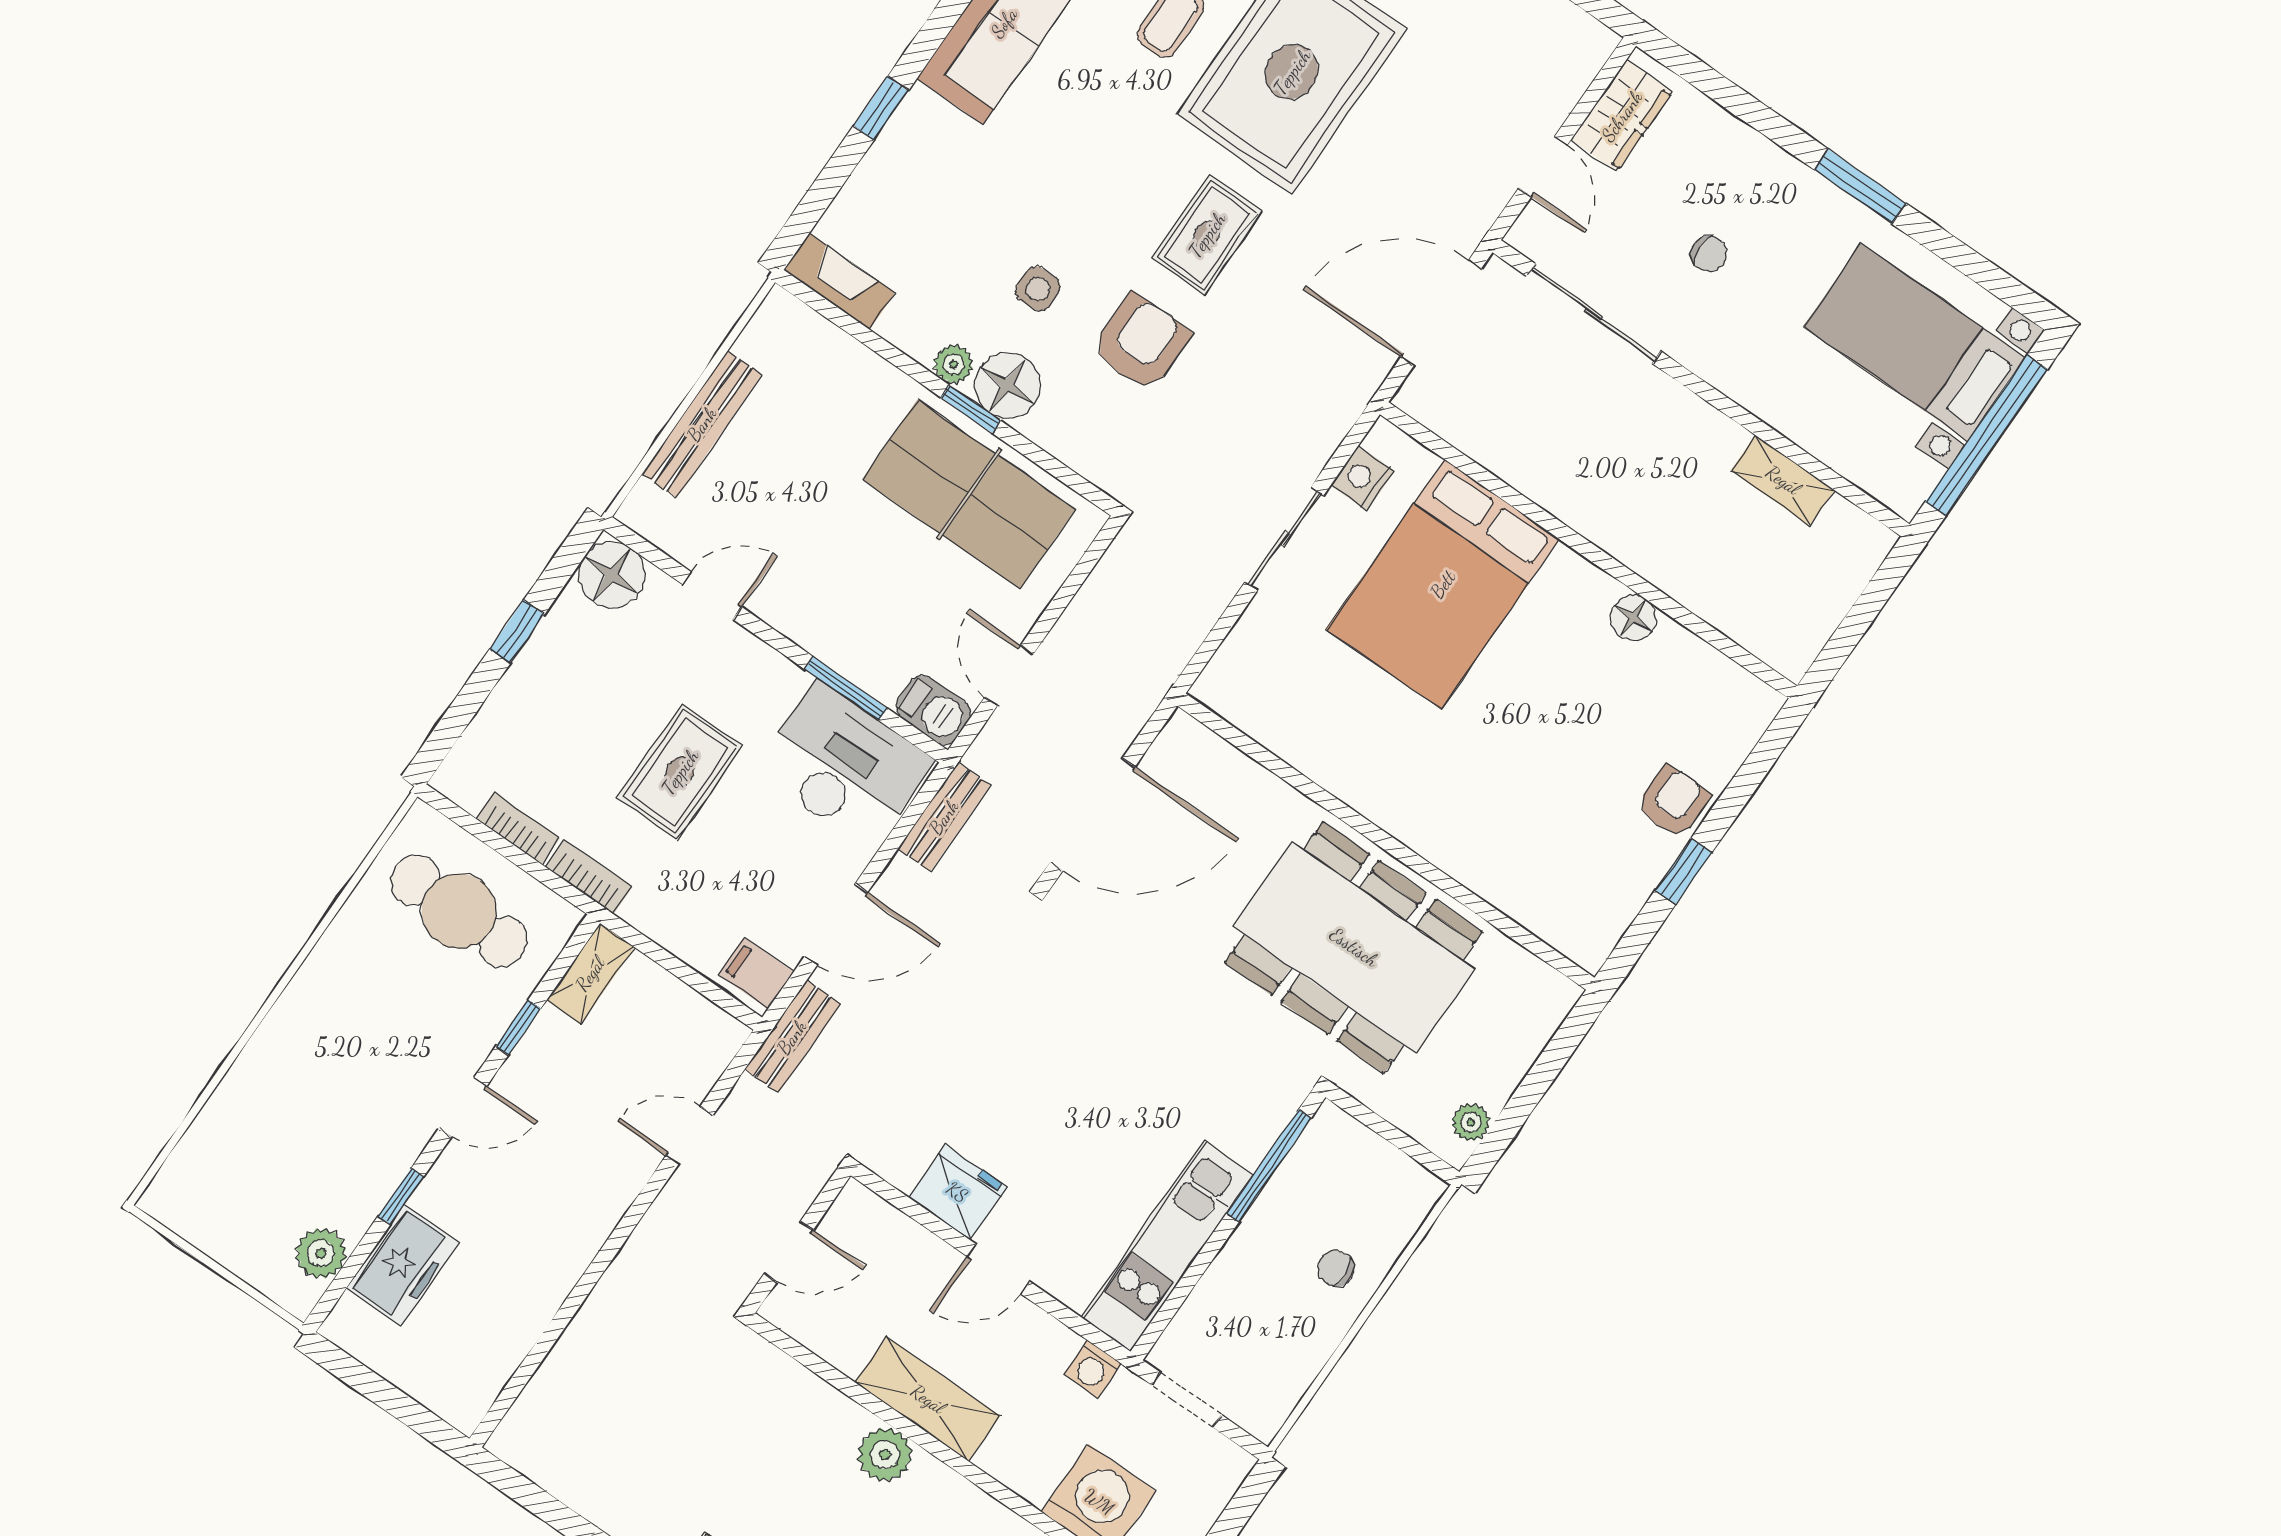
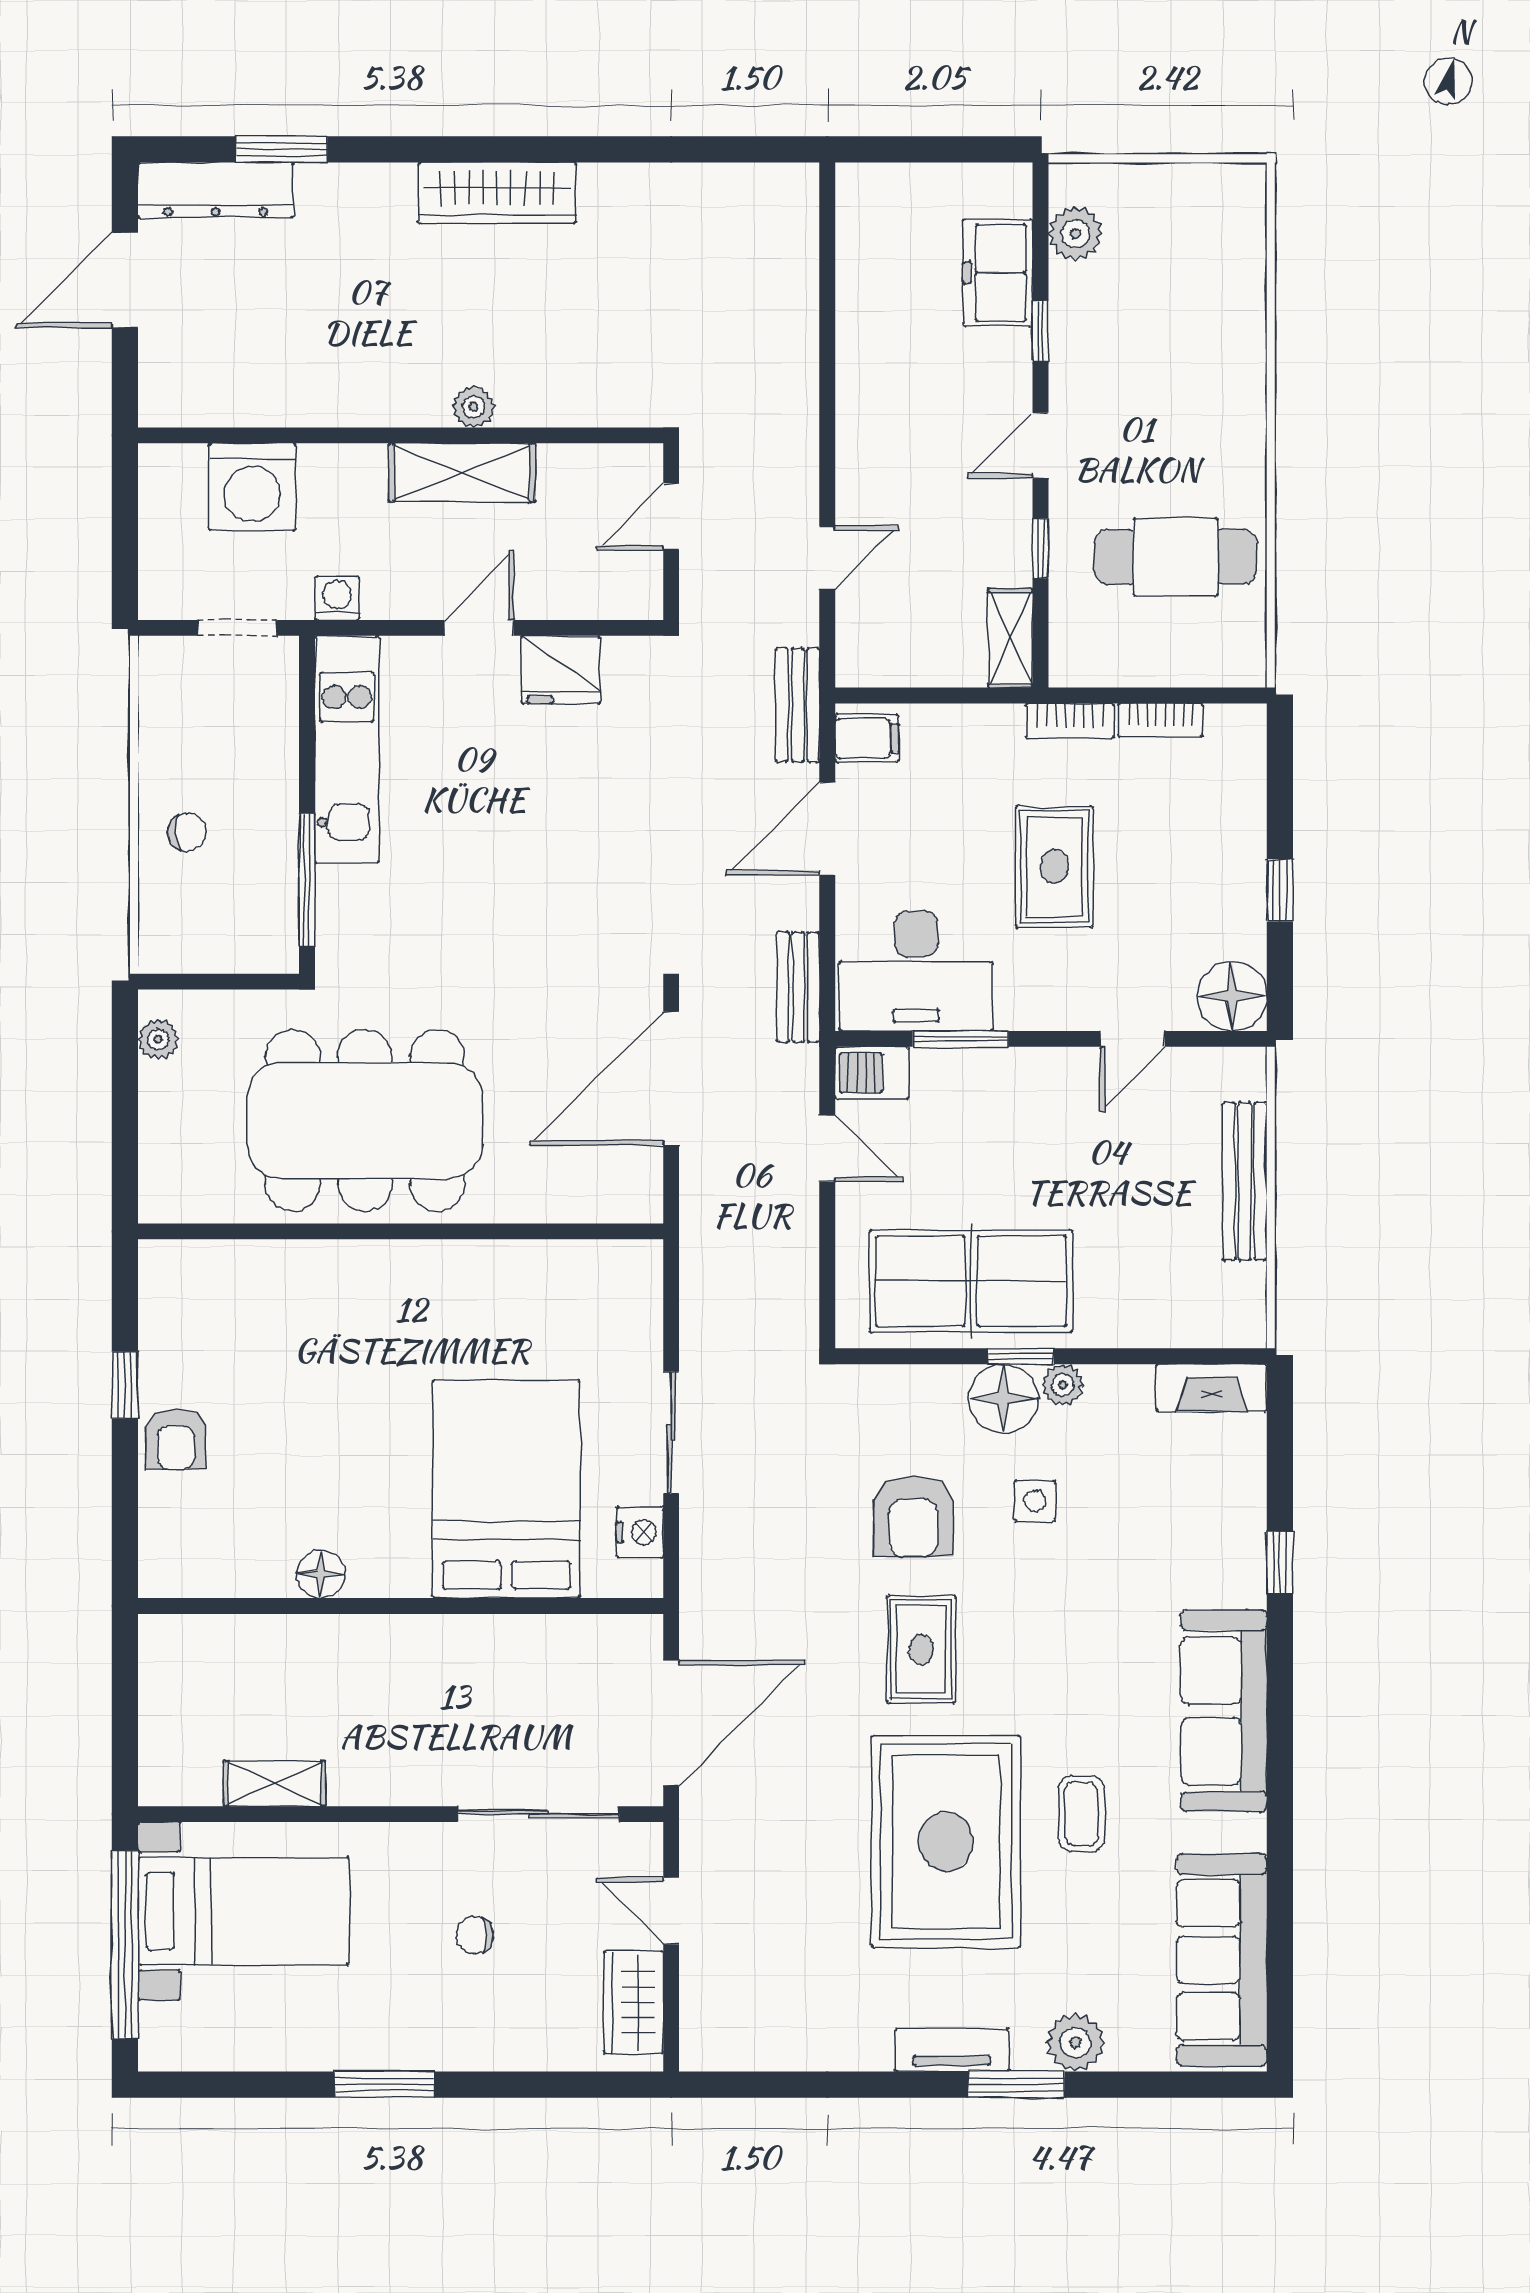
bed with nightstands: (1914, 342) -> (243, 1911), moved
cafe table: (459, 911) -> (1175, 557), moved
plant: (885, 1455) -> (473, 407), width x0.73, depth x0.73

